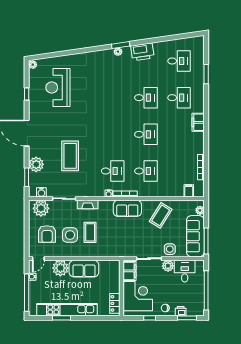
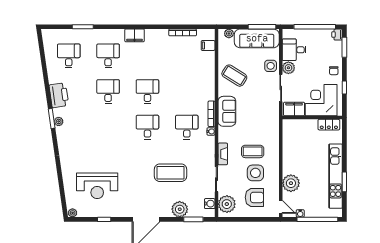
desk: (146, 171) -> (147, 127), moved
sofa: (84, 269) -> (291, 158), removed
printer: (181, 311) -> (337, 35), moved

